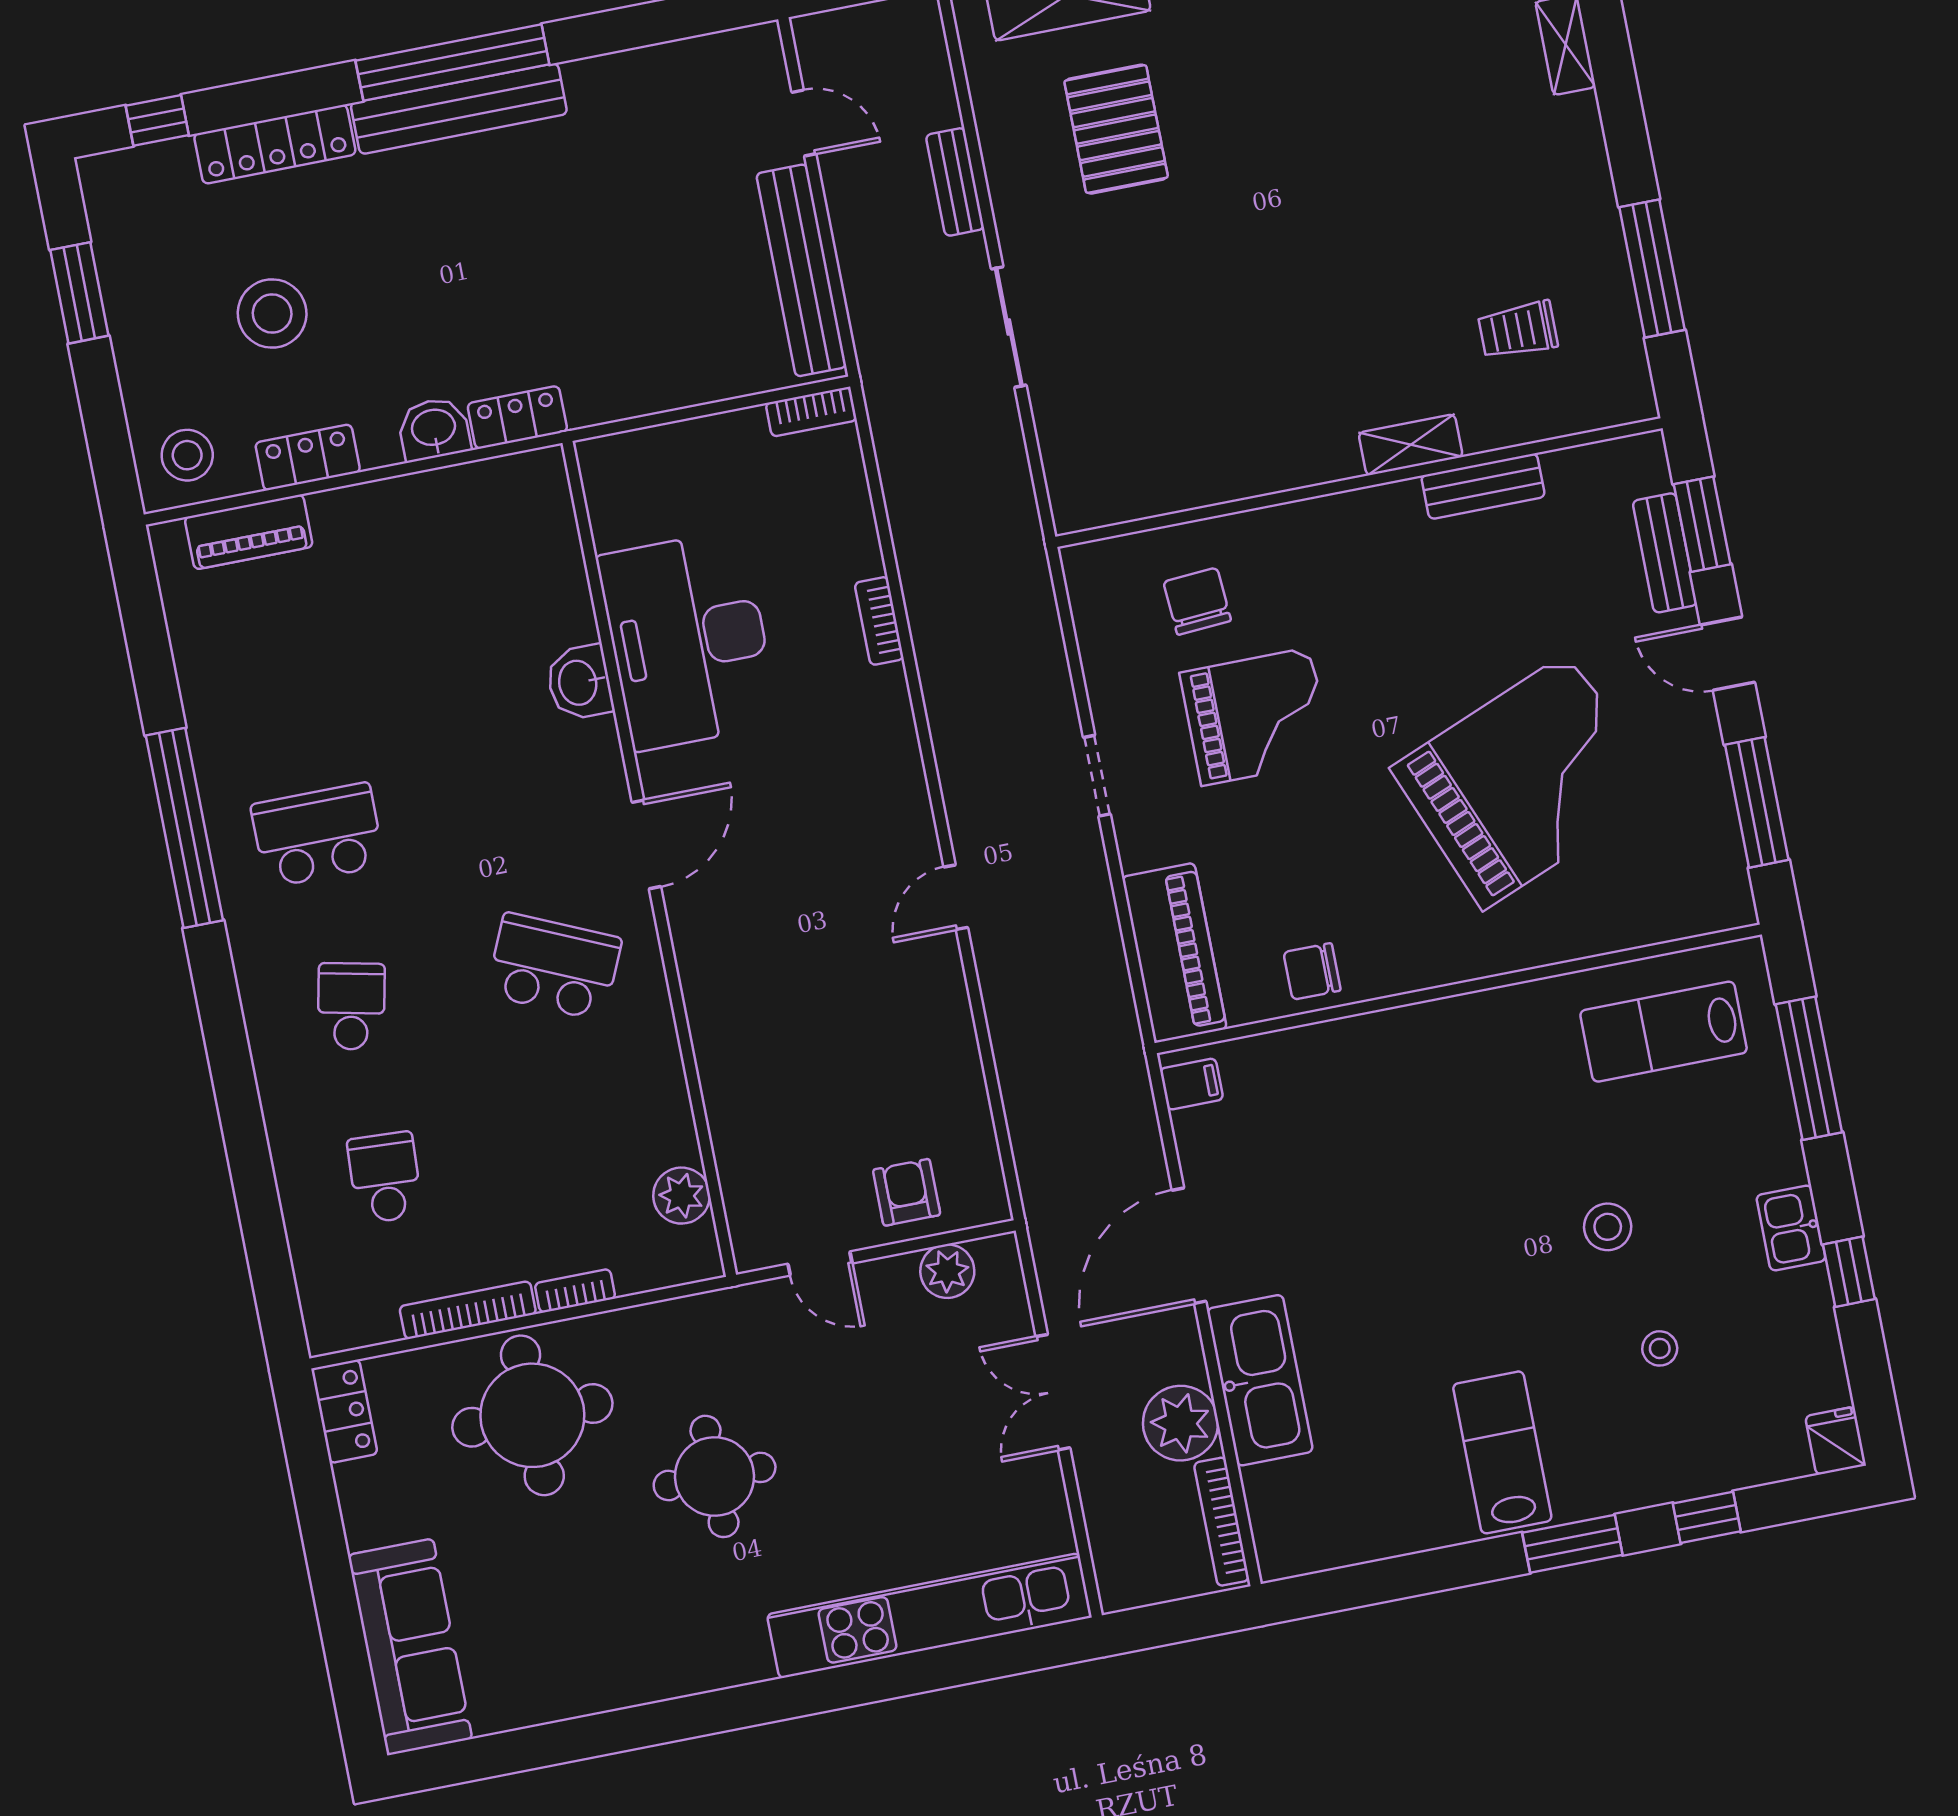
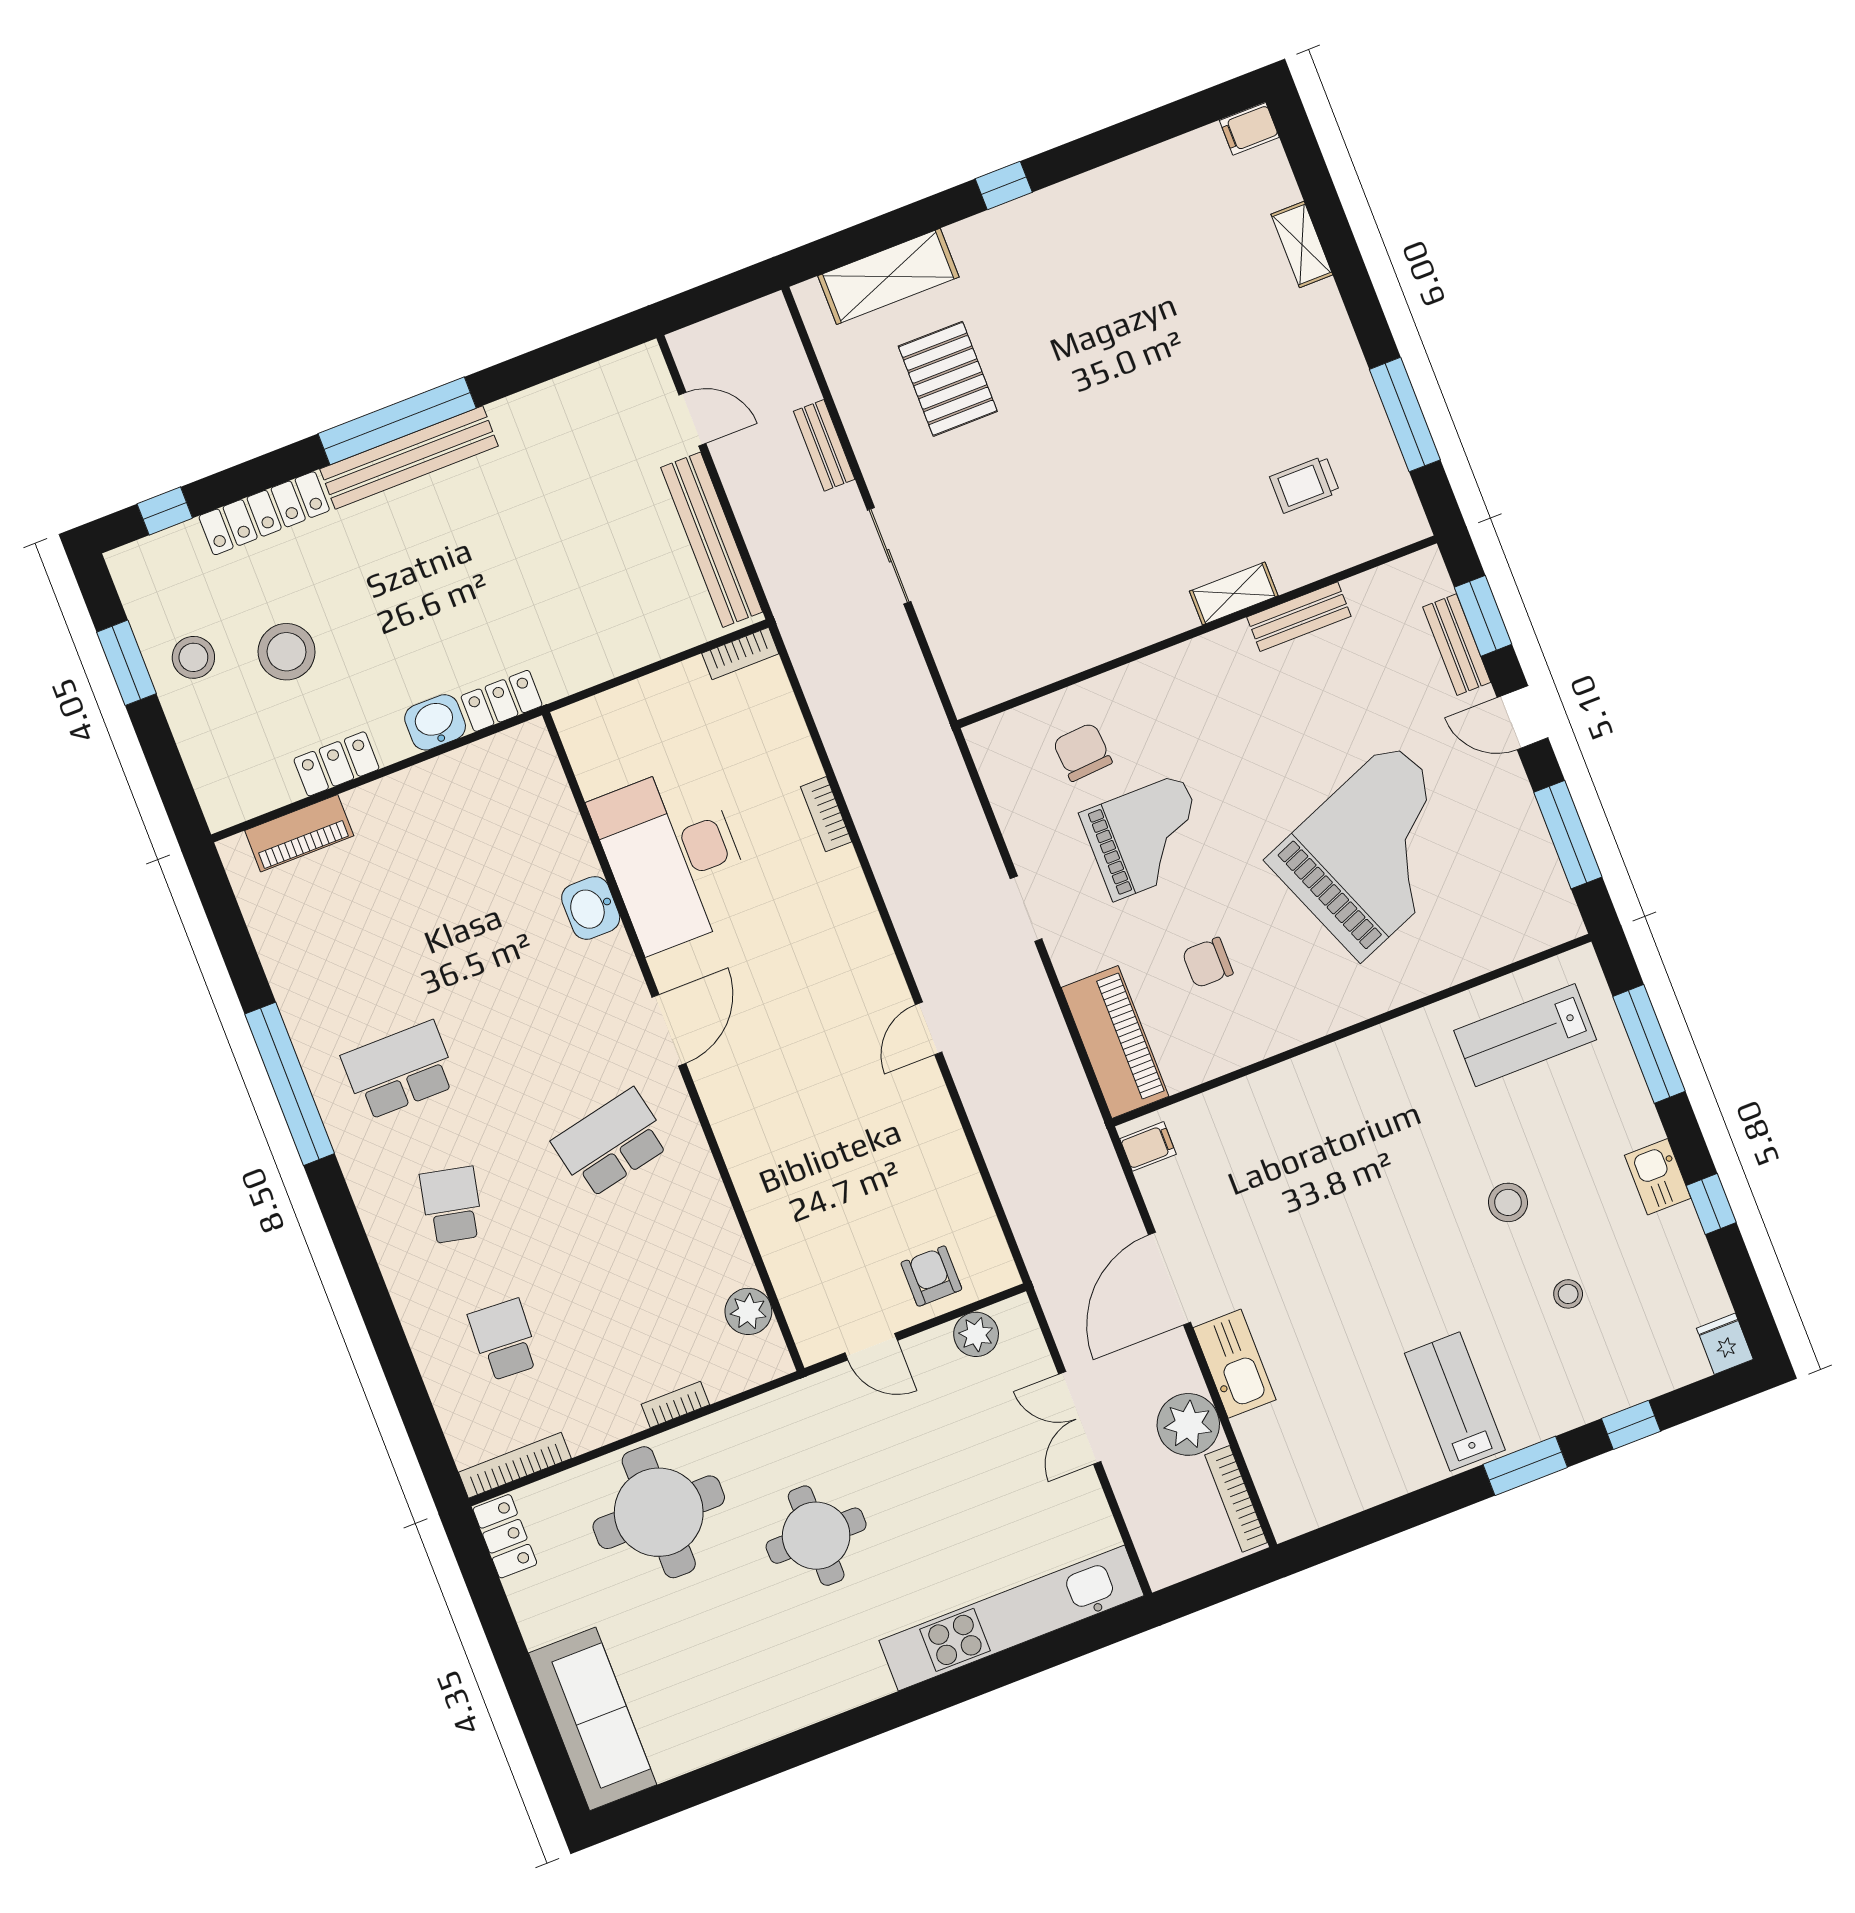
stool: (187, 455) -> (193, 657), moved
school desk: (554, 967) -> (611, 1143), turned -36
chair: (1312, 971) -> (1208, 963), moved
bookcase: (468, 1310) -> (515, 1465), moved
kitchen sink: (1260, 1380) -> (1235, 1364), width x0.73, depth x0.81

